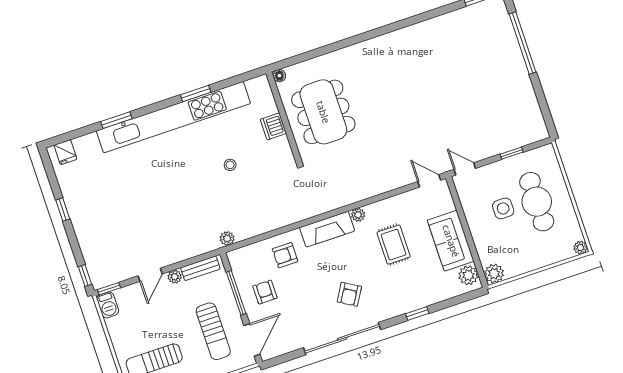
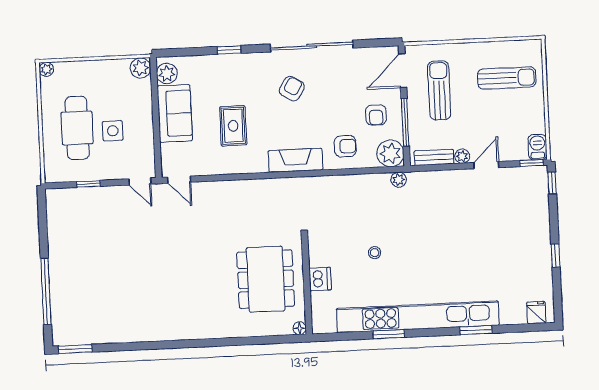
plant: (358, 215) -> (390, 153), moved, width x1.87, depth x1.87

